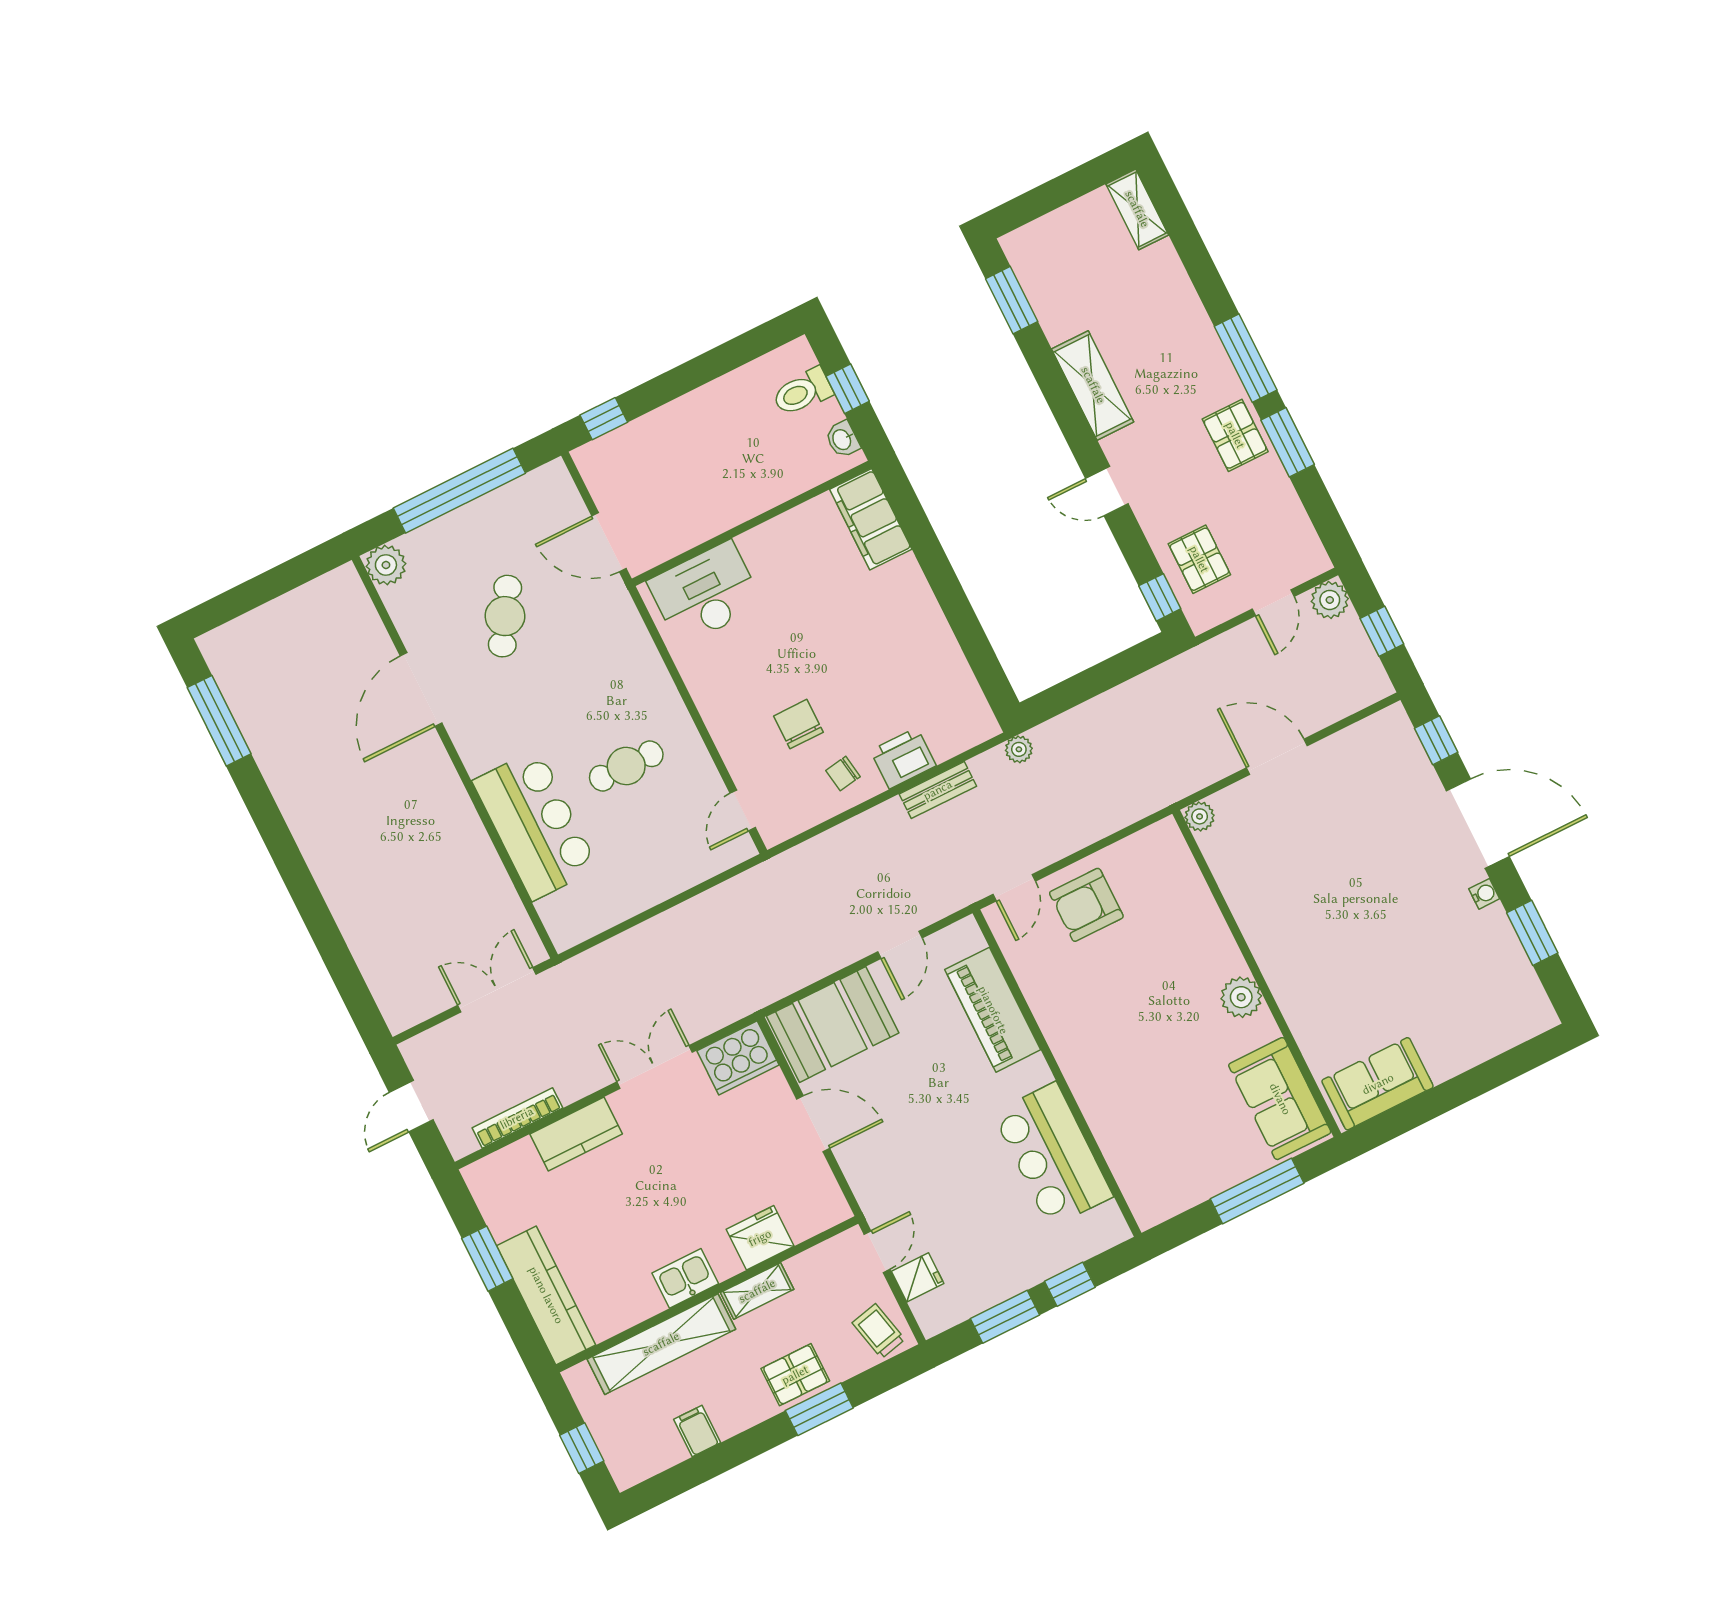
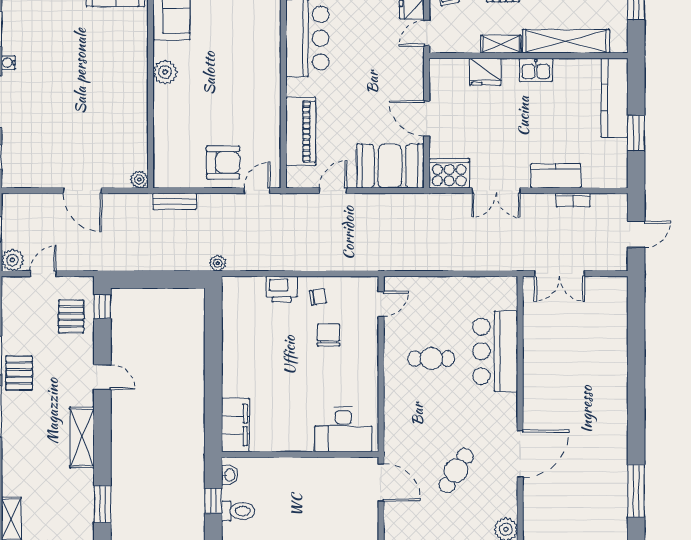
chair: (798, 724) -> (328, 335), turned 180
bench: (938, 790) -> (175, 201), moved
bookcase: (517, 1118) -> (573, 200), width x0.64

